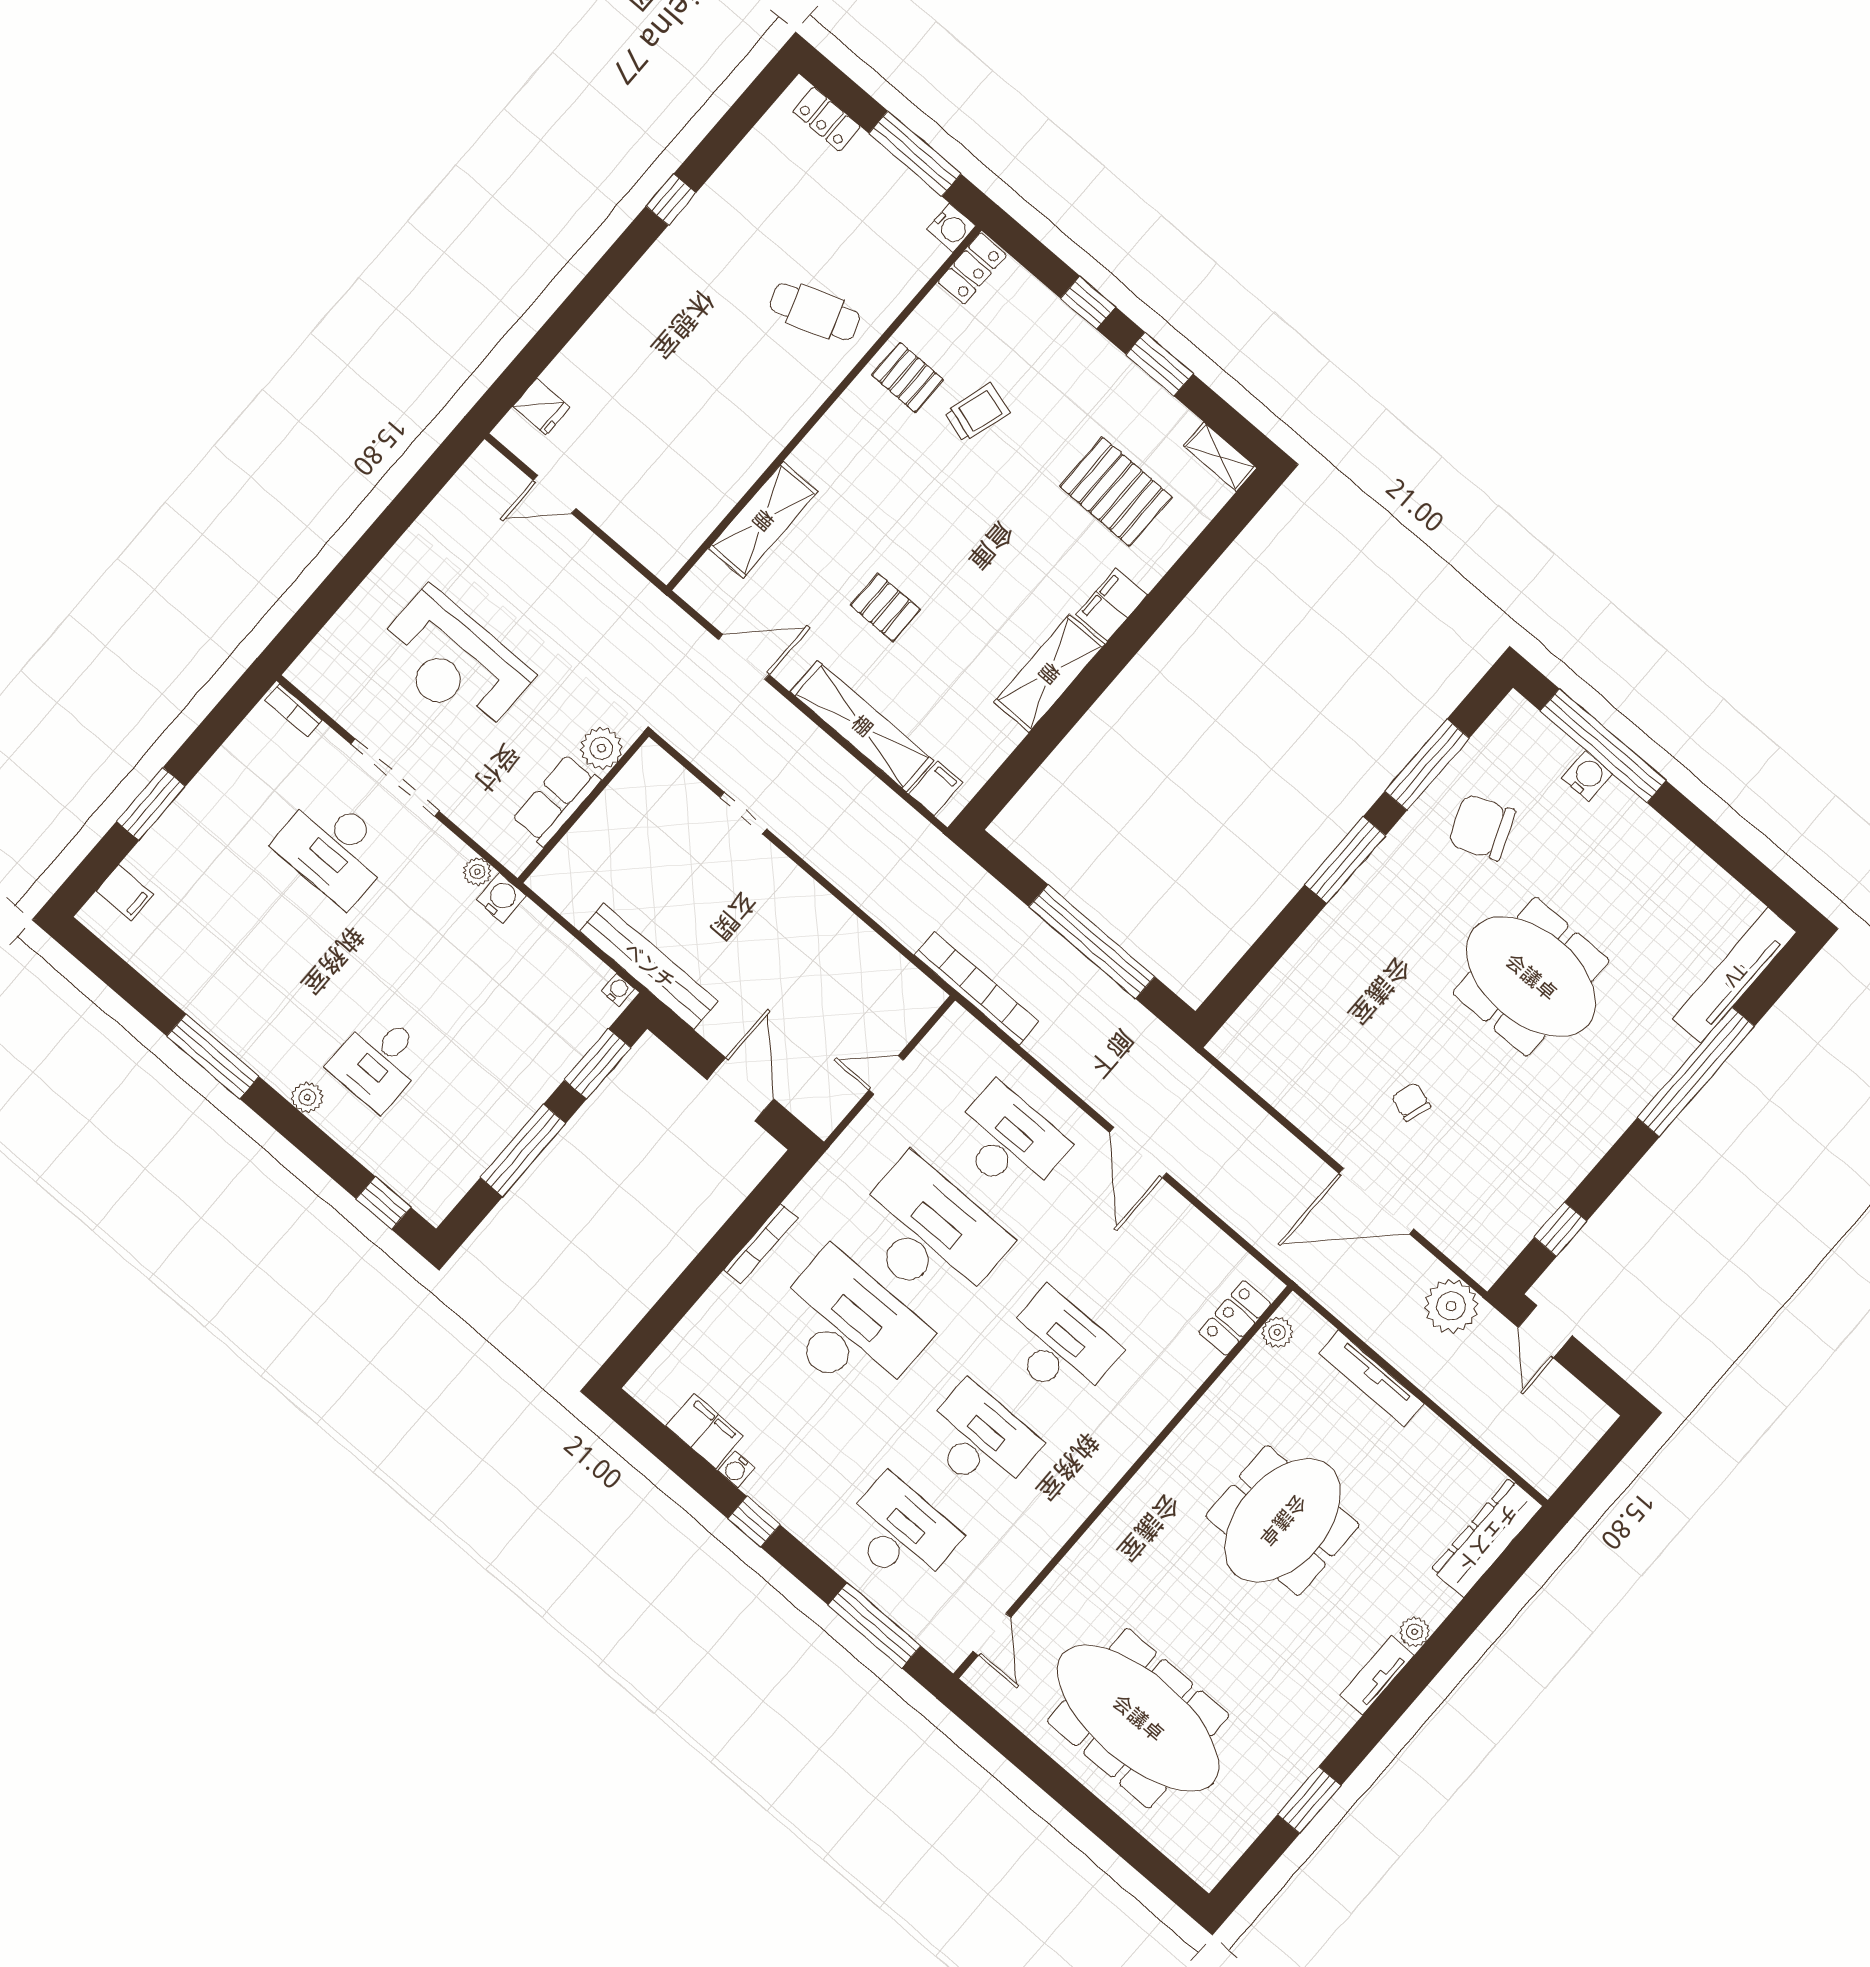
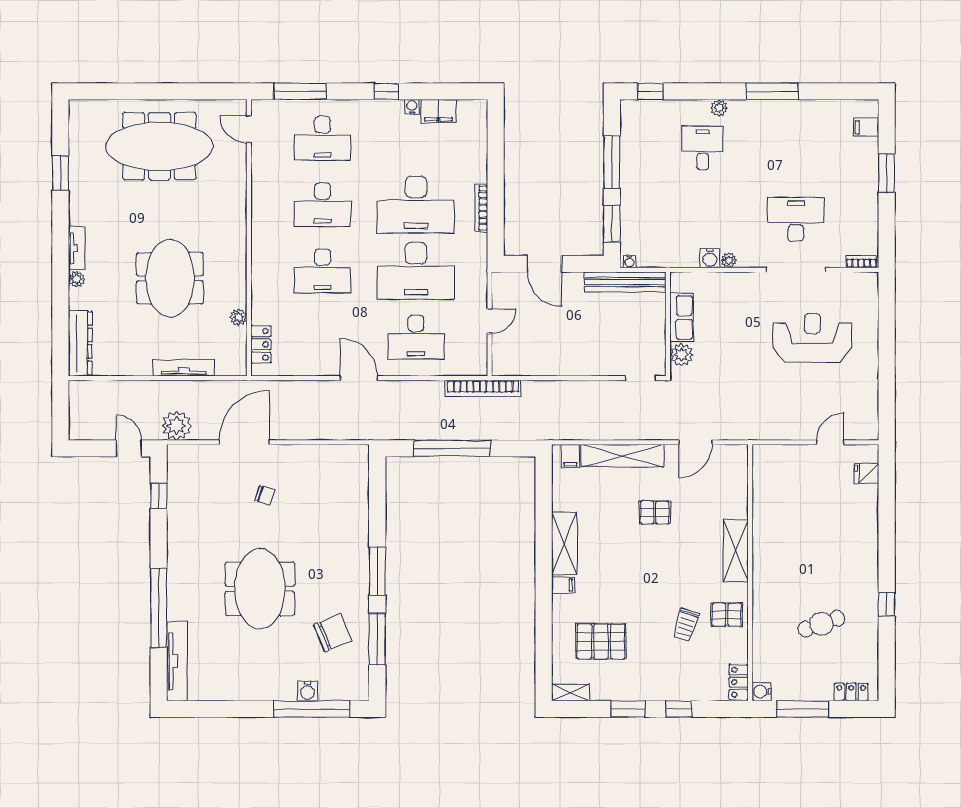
cafe table: (815, 312) -> (821, 624), moved
shelving: (763, 520) -> (736, 551), moved
filing cabinet: (1112, 605) -> (563, 585), width x0.50
plant: (601, 748) -> (681, 355), moved
row of seats: (556, 800) -> (682, 317), moved
wall: (583, 807) -> (668, 324), moved
meeting table: (1531, 977) -> (260, 589), turned 90
plant: (1277, 1332) -> (238, 317), moved

